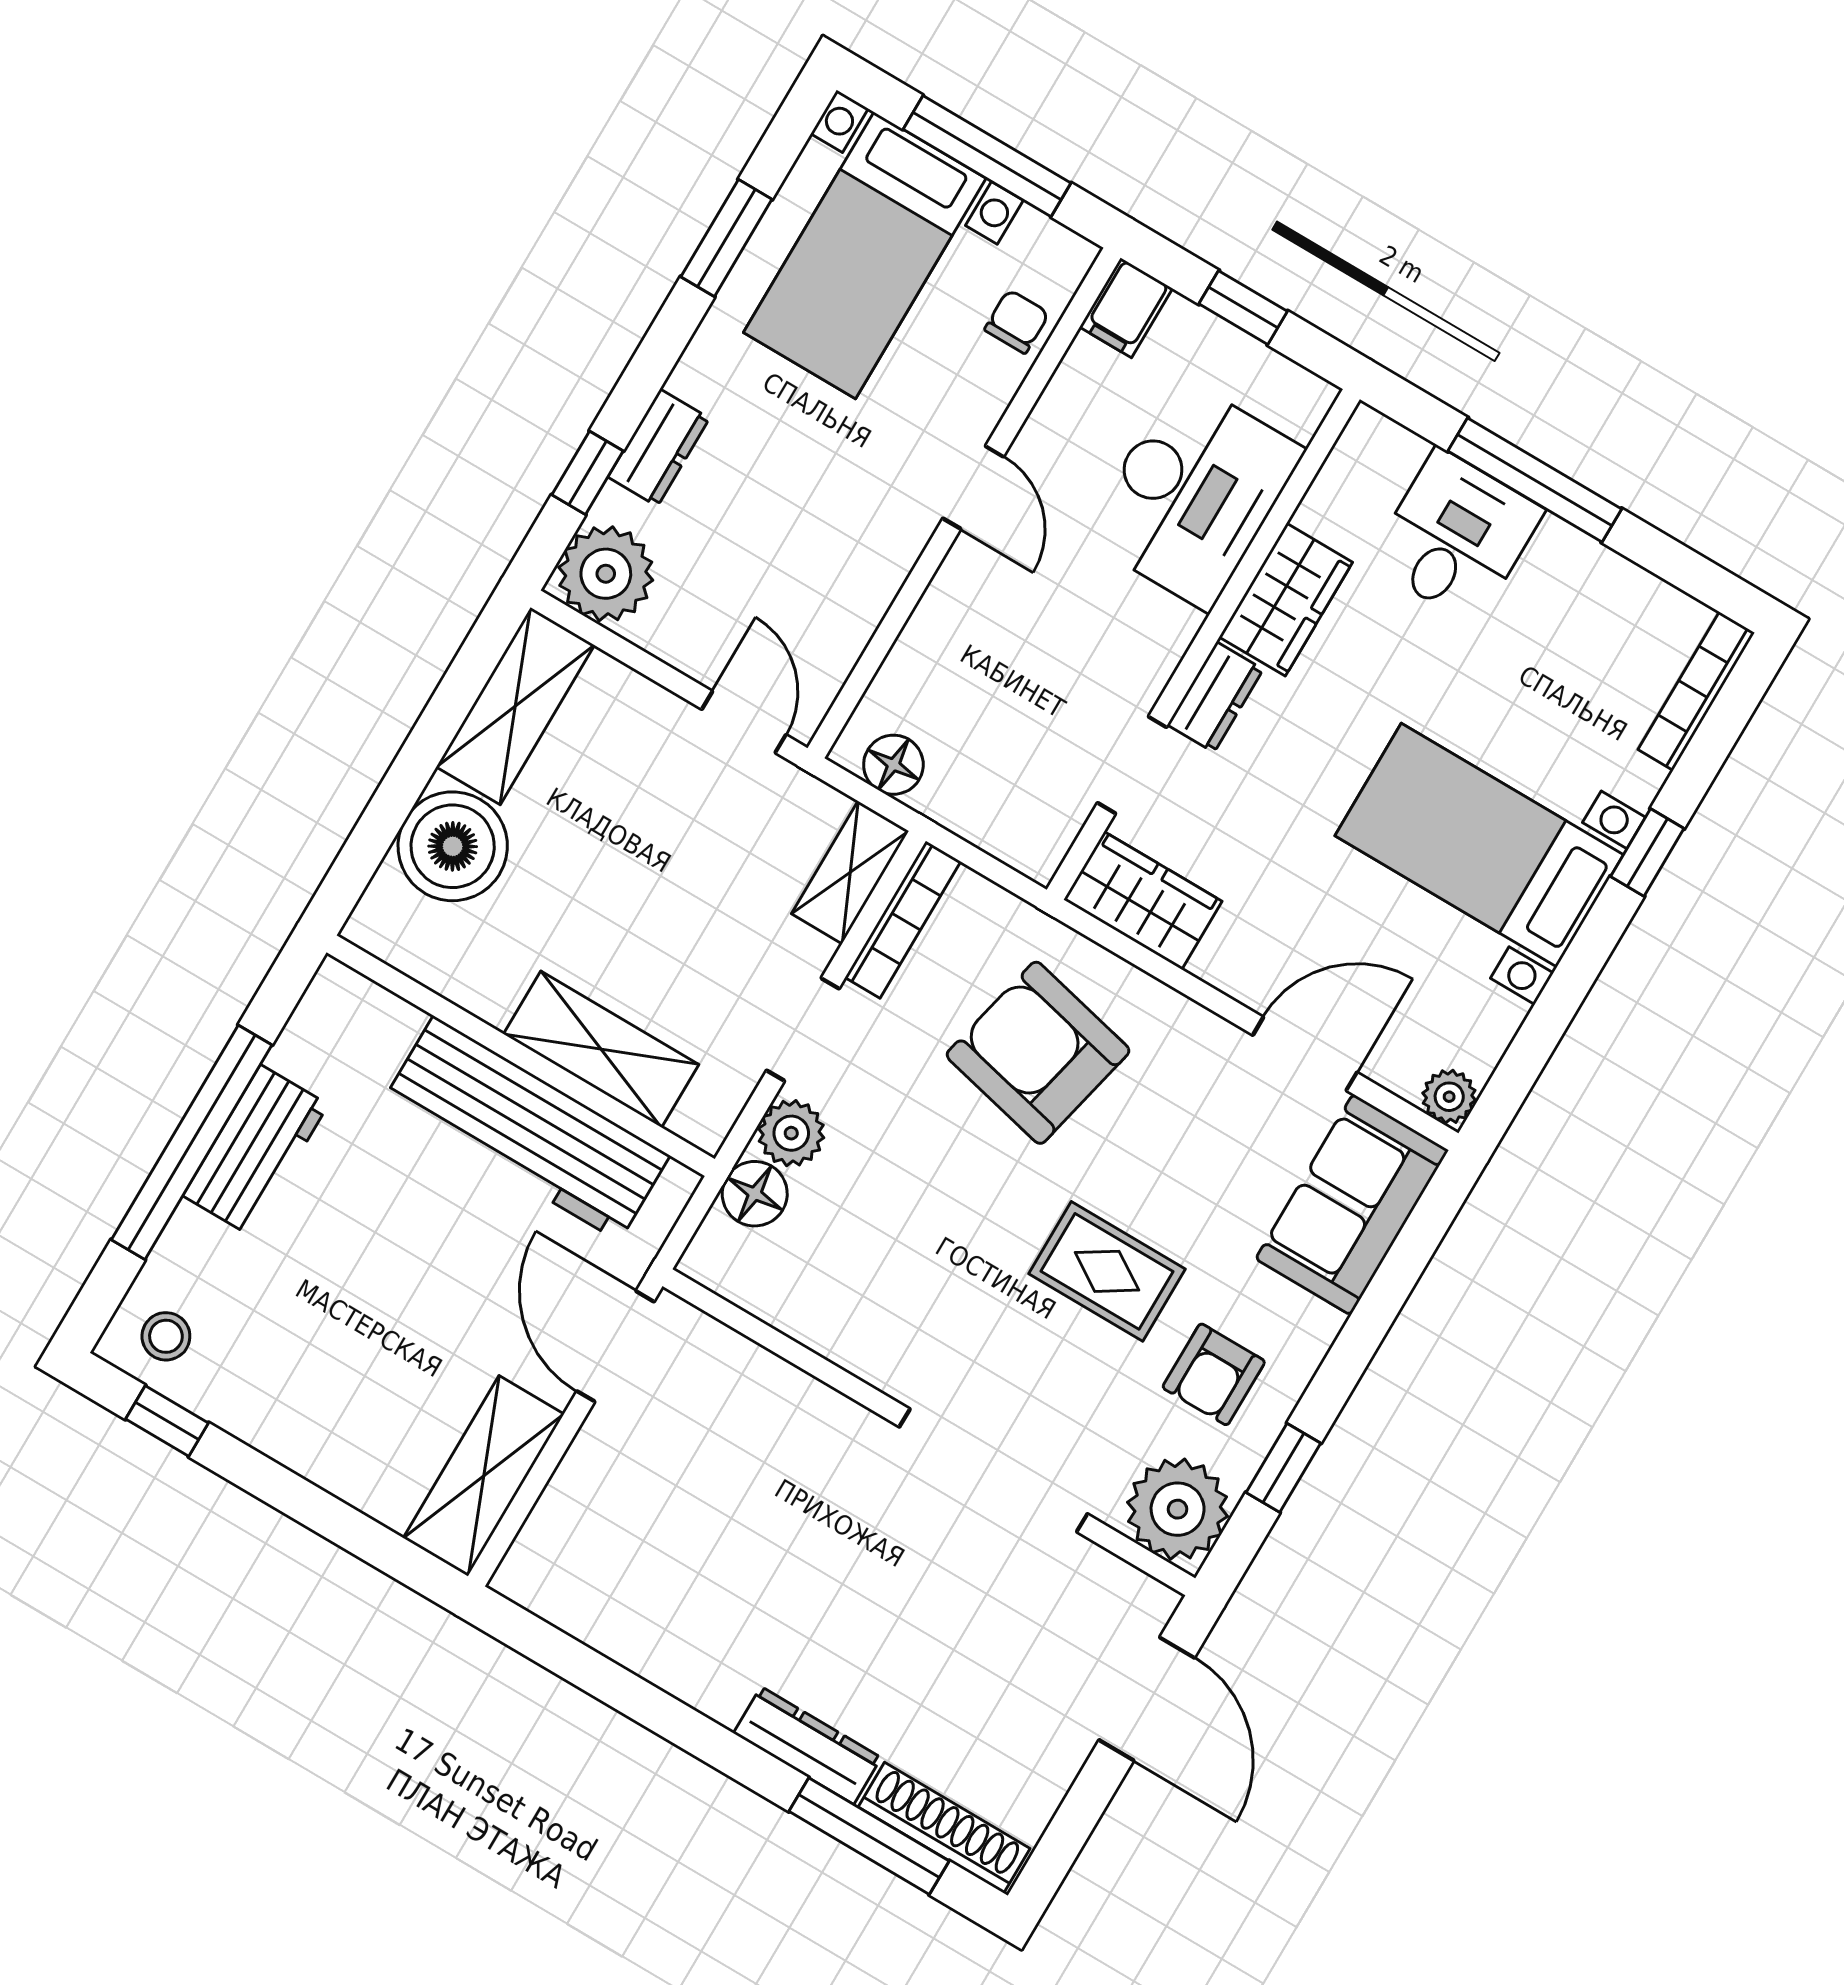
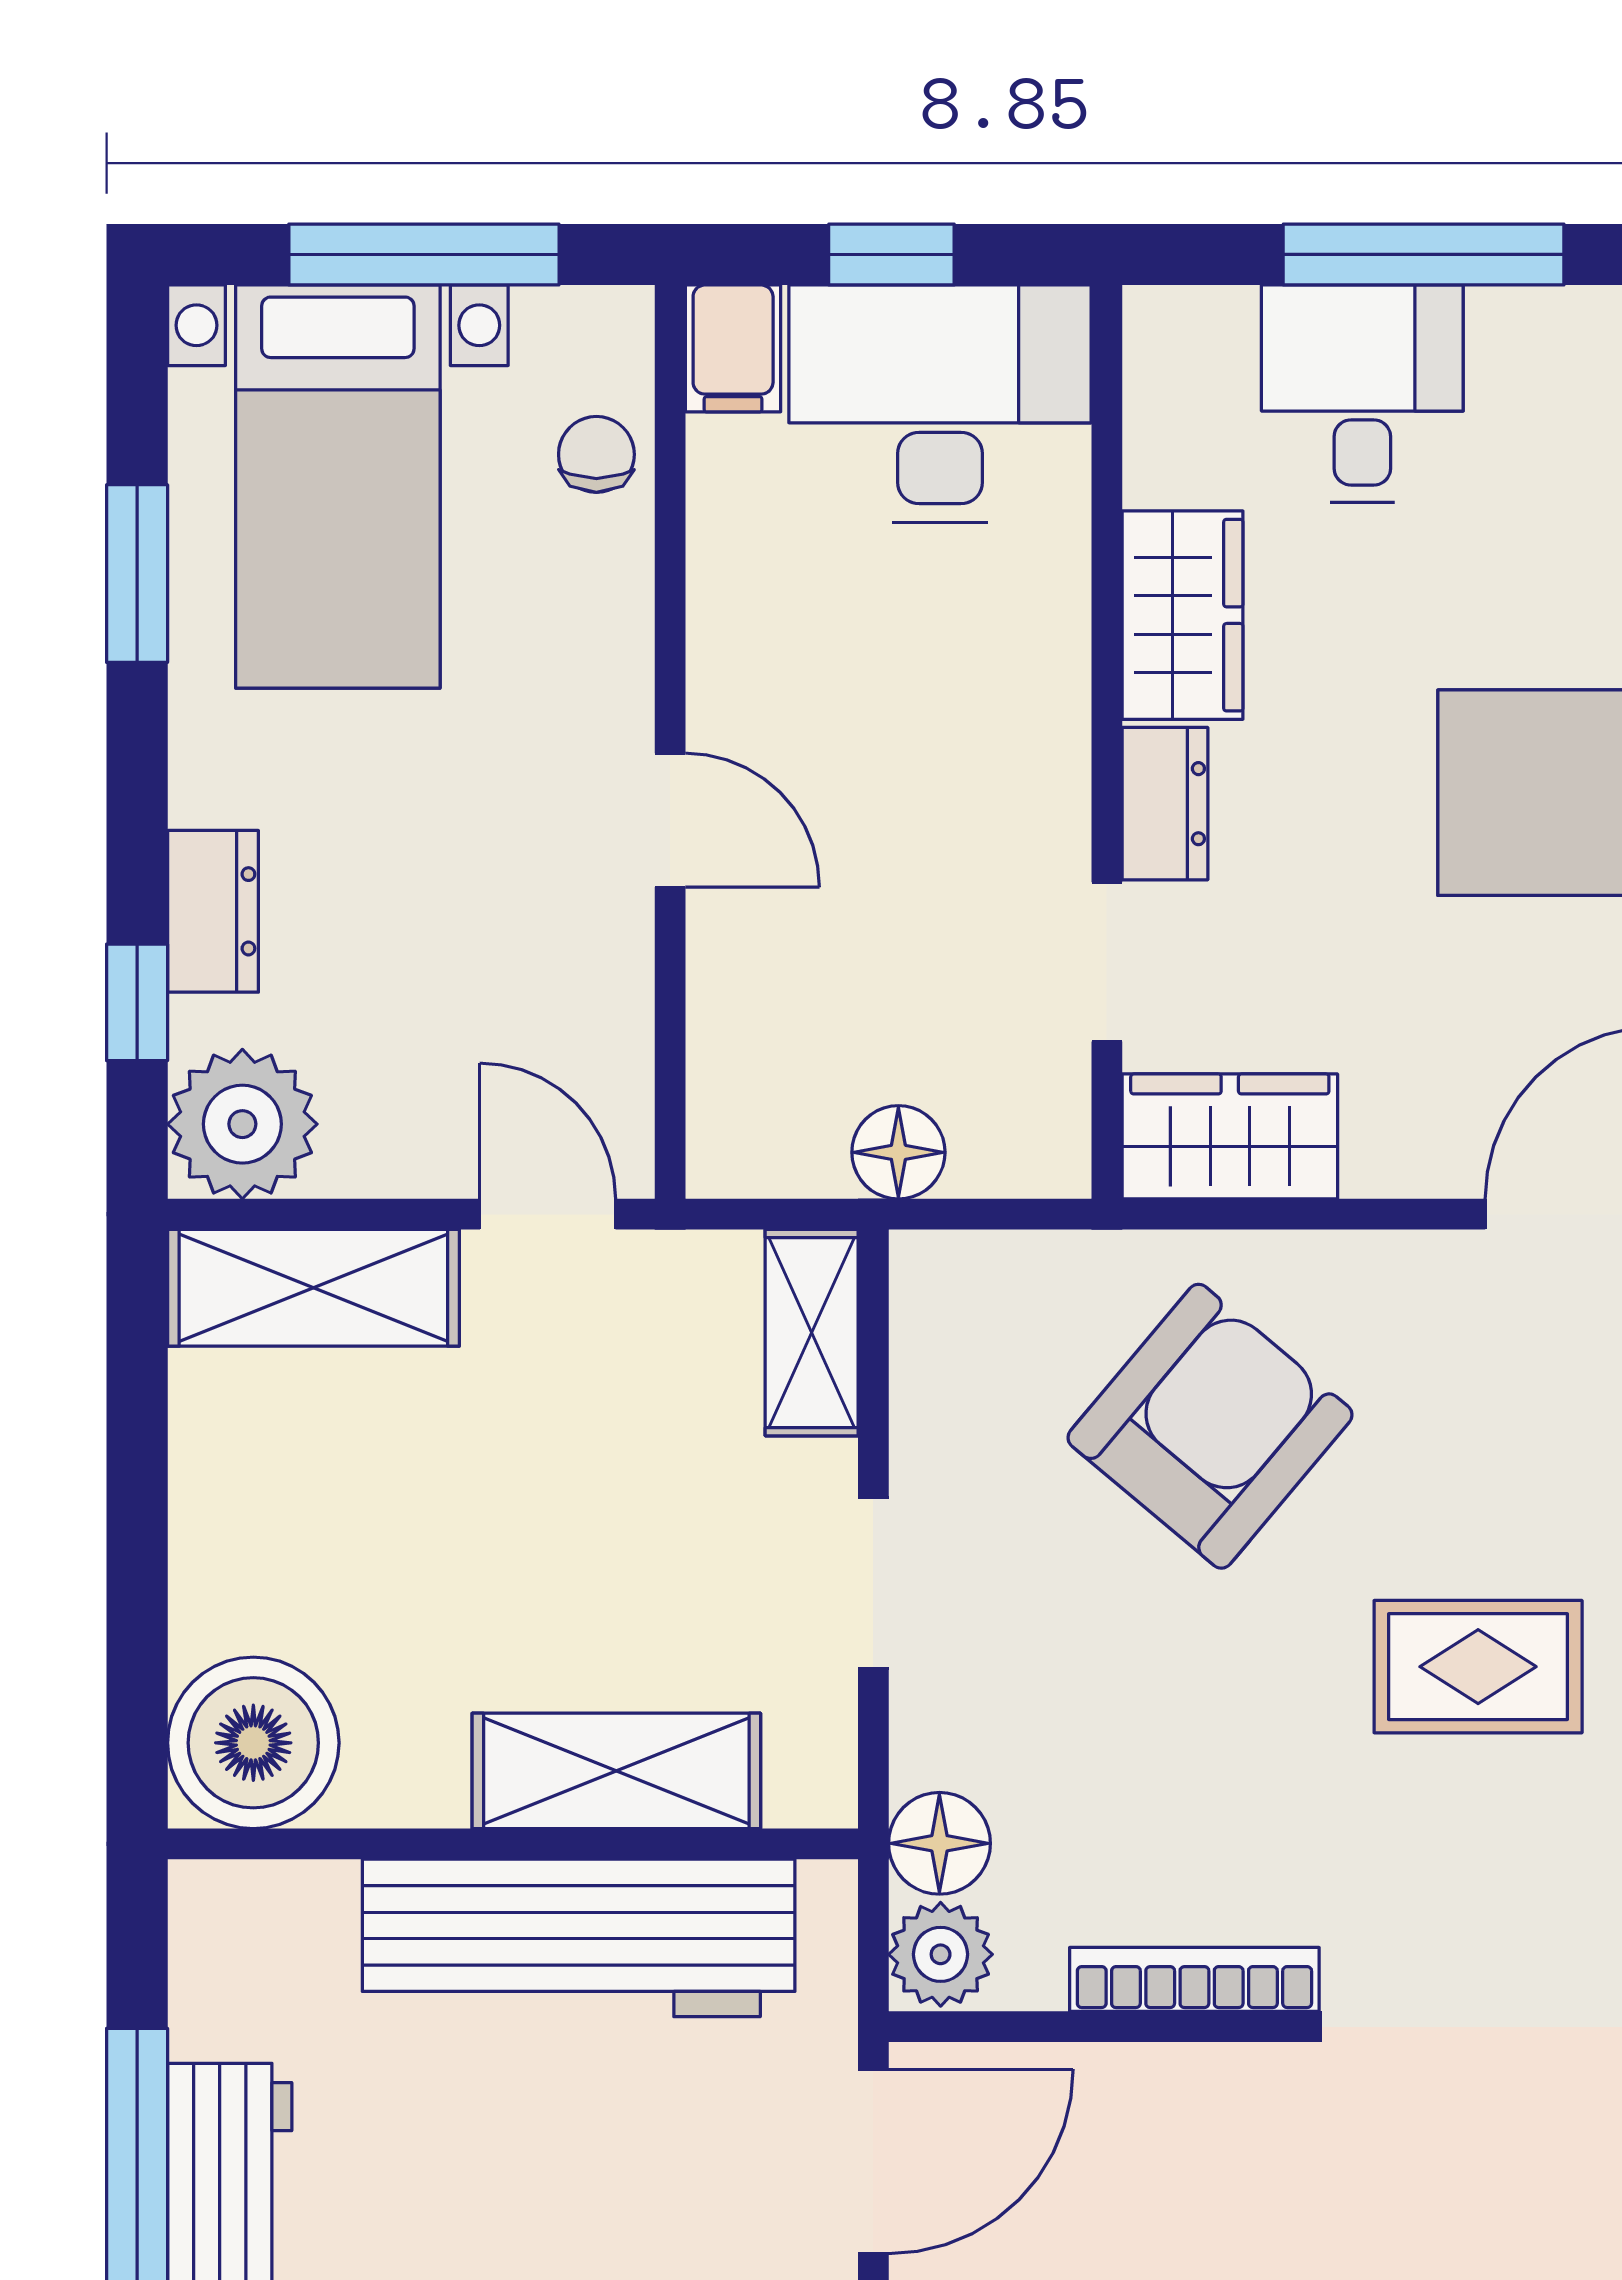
door: (973, 488) -> (670, 820), moved
desk: (1193, 494) -> (940, 404), moved, turned -90
shelving: (515, 706) -> (313, 1288), moved, turned 90
floor lamp: (893, 765) -> (898, 1152), moved
boiler: (453, 846) -> (253, 1743), moved
bookcase: (903, 920) -> (1194, 1979), moved, turned -90
armchair: (1038, 1053) -> (1210, 1426), turned 117
plant: (791, 1133) -> (941, 1954), moved
door: (615, 1346) -> (873, 2161), swing flipped

